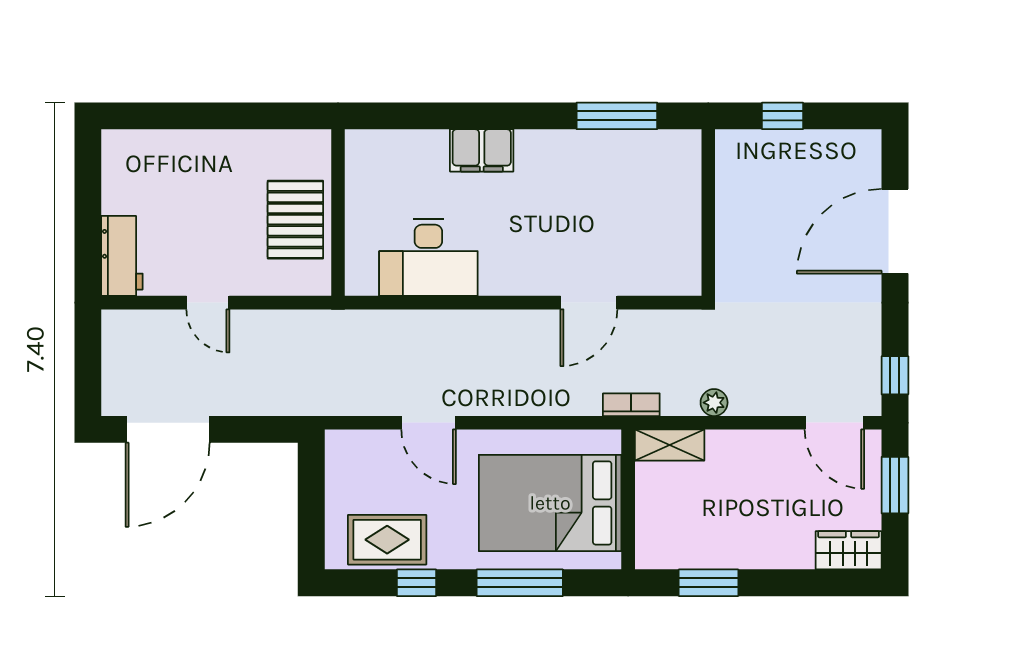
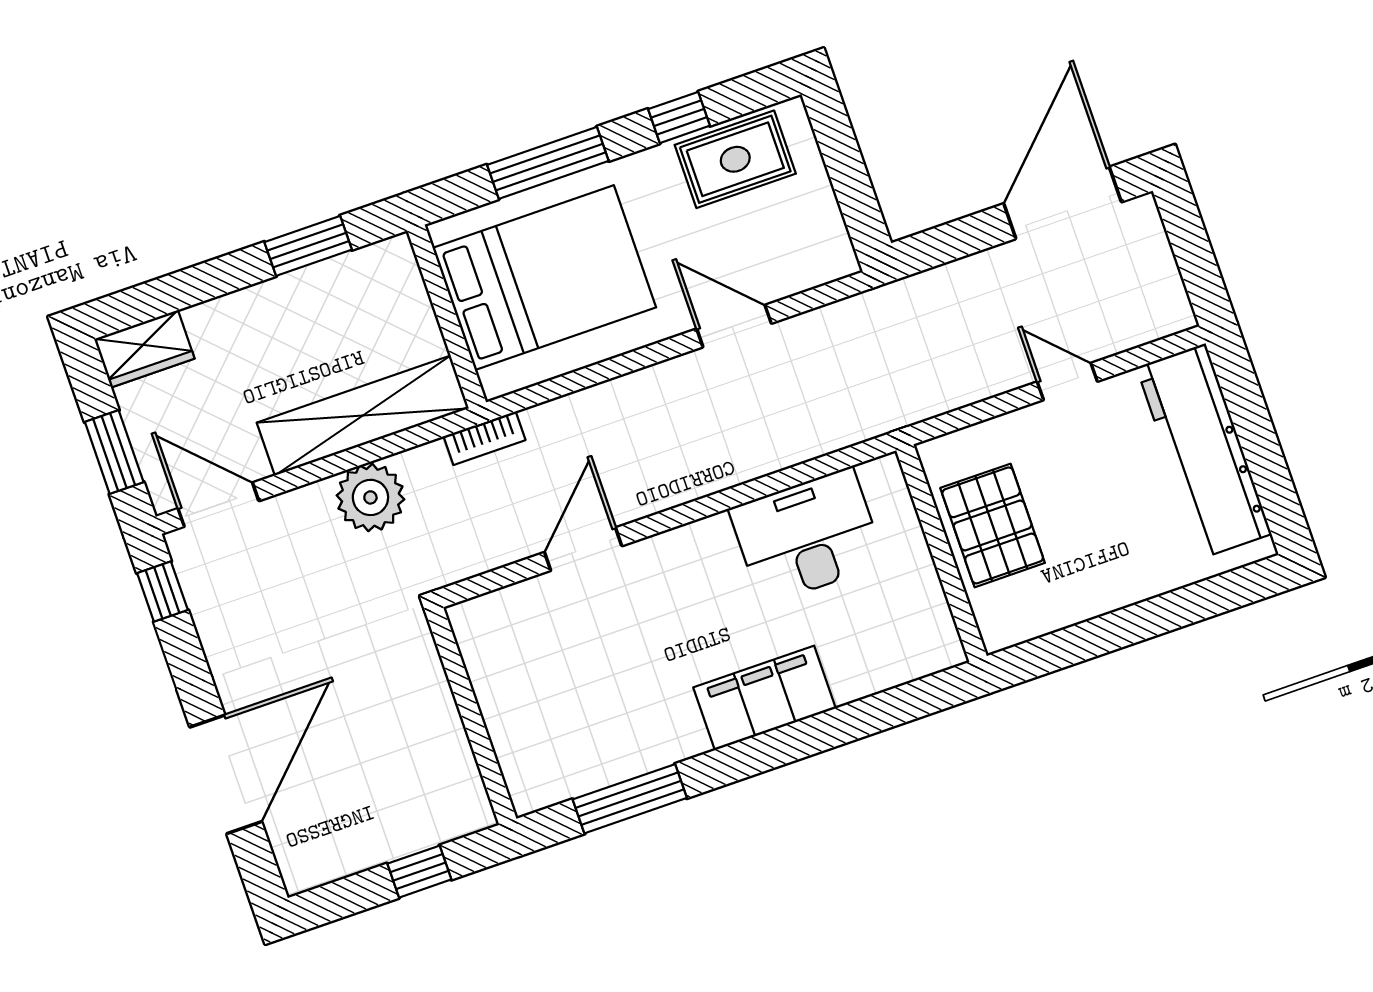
filing cabinet: (482, 150) -> (765, 698), width x1.50, depth x1.17
workbench: (122, 256) -> (1204, 451), width x1.88, depth x1.32
plant: (714, 403) -> (370, 497), width x1.88, depth x1.88
shelving: (670, 445) -> (363, 415), width x2.20, depth x1.33

